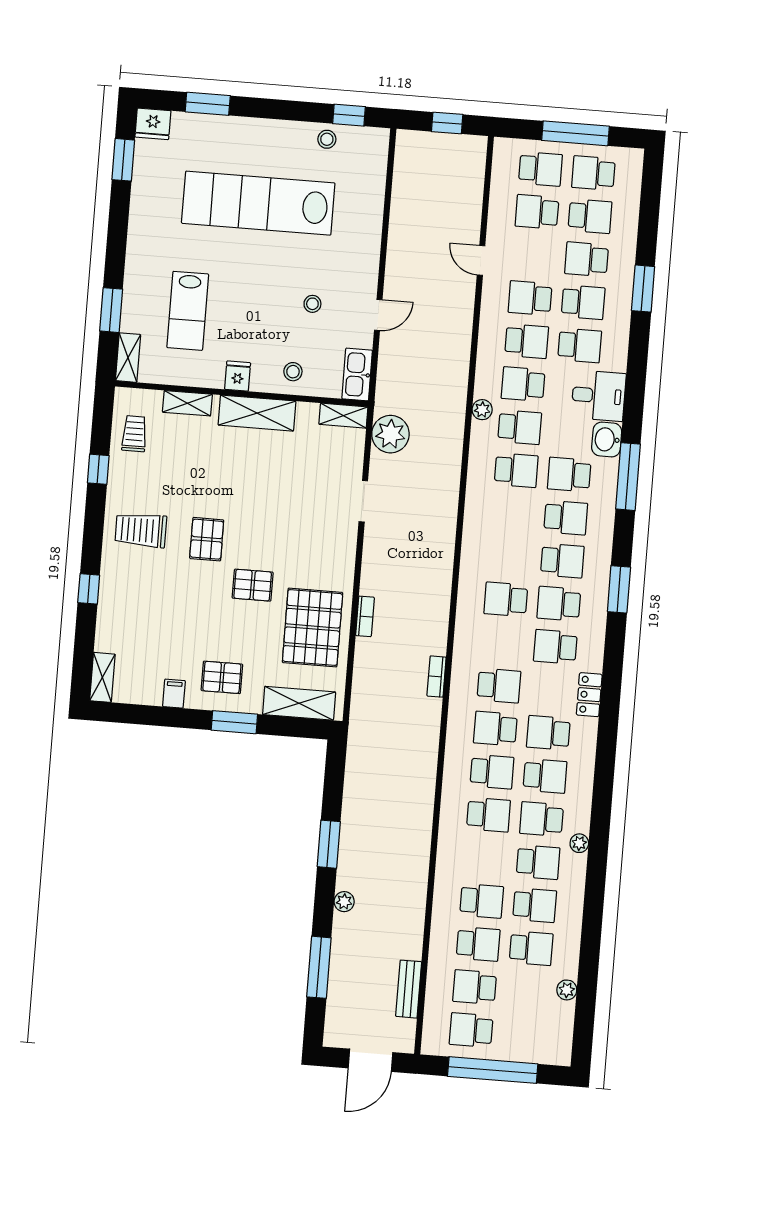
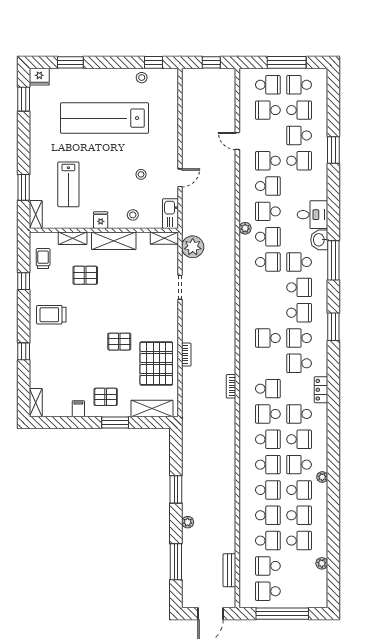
school desk: (580, 345) -> (268, 490), moved
pallet: (207, 539) -> (85, 275), moved, turned 90

